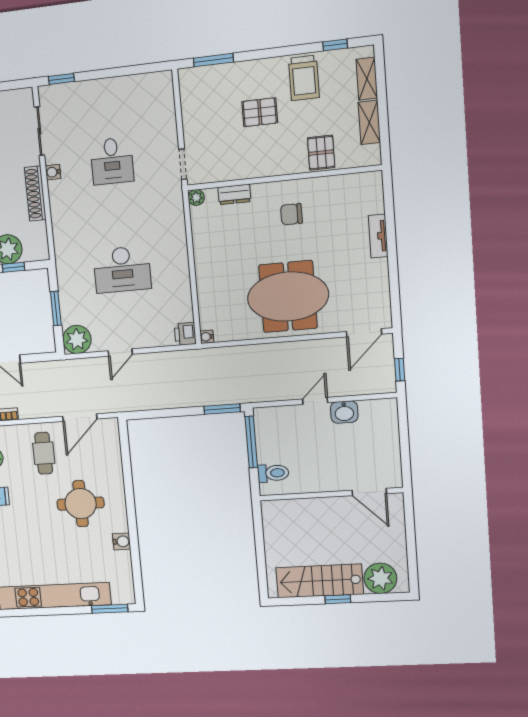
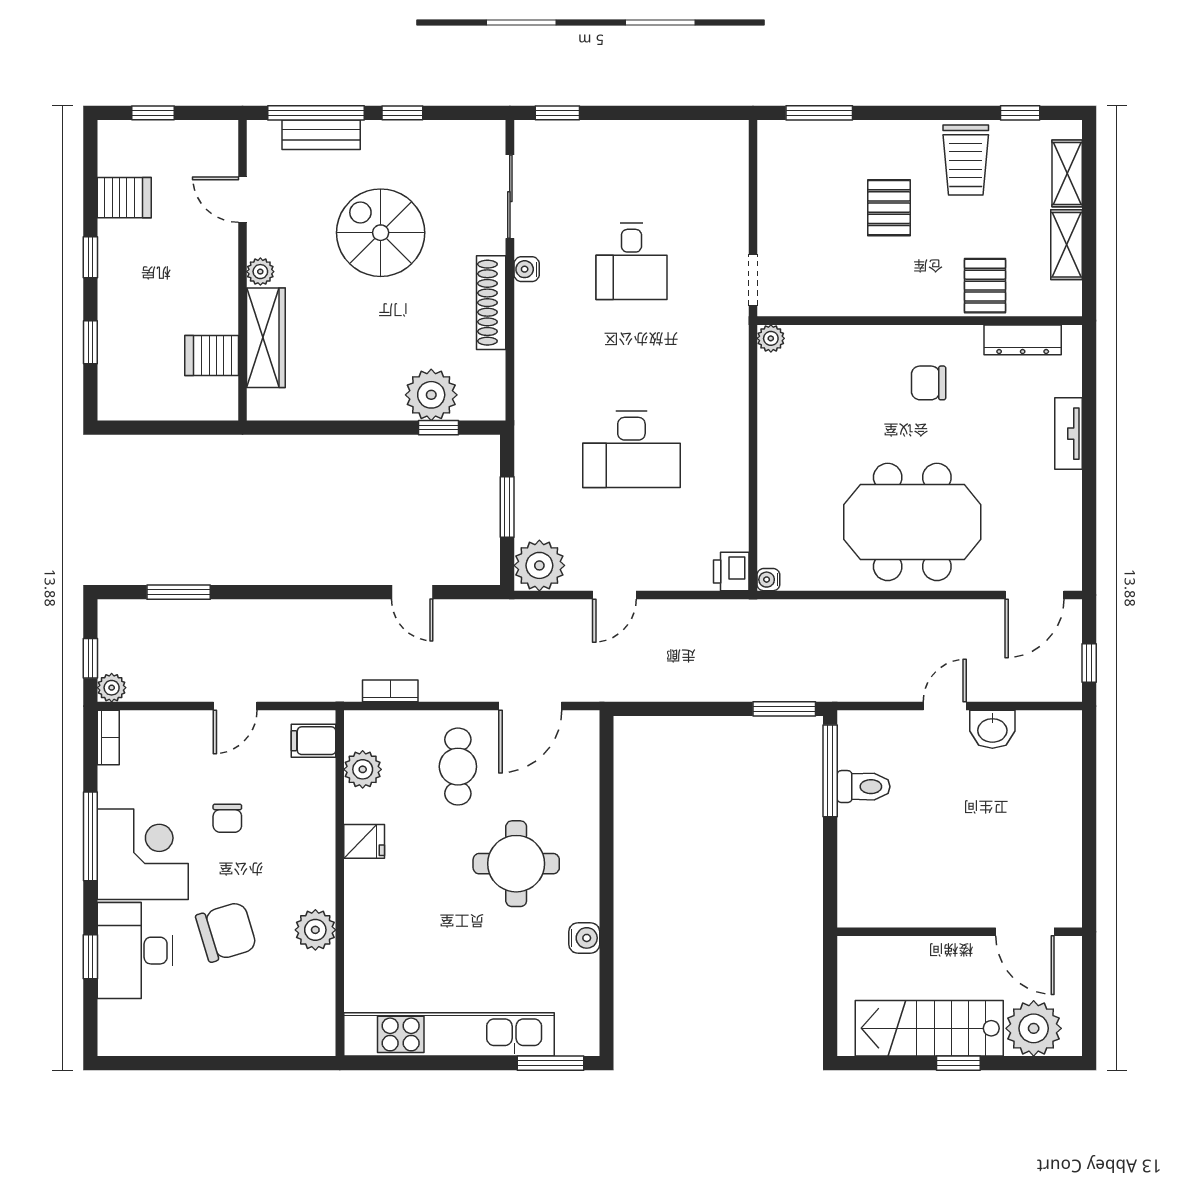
pallet: (260, 112) -> (889, 208), turned 90
dresser: (234, 194) -> (1023, 340), moved, width x1.44
toilet: (273, 473) -> (864, 787), moved
door: (369, 492) -> (1025, 932), moved
wall: (331, 494) -> (960, 932), moved

